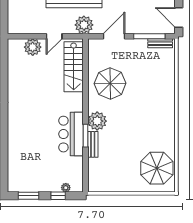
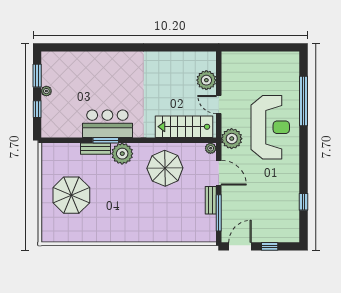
plant: (93, 43) -> (211, 148), added
bench: (160, 43) -> (211, 200), moved
parasol: (157, 168) -> (71, 195), moved
plant: (66, 188) -> (46, 91), moved

